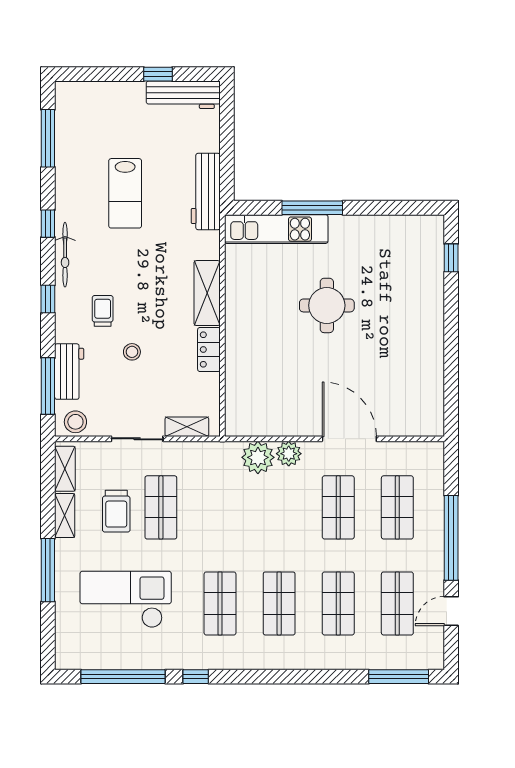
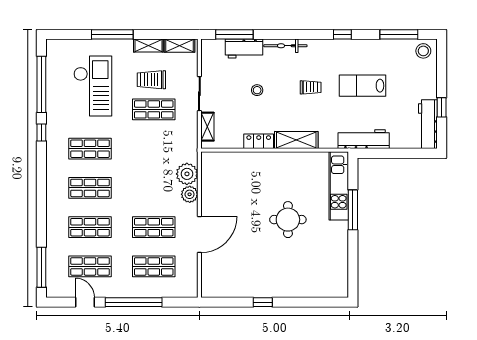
bicycle: (65, 255) -> (285, 46), moved
window: (451, 258) -> (263, 302), moved
window: (48, 299) -> (292, 34), removed
trolley: (103, 311) -> (311, 87), moved
stool: (75, 422) -> (423, 51), moved

